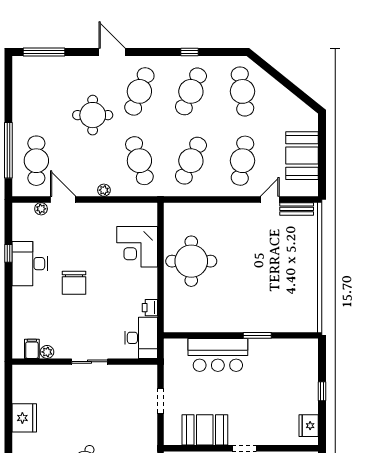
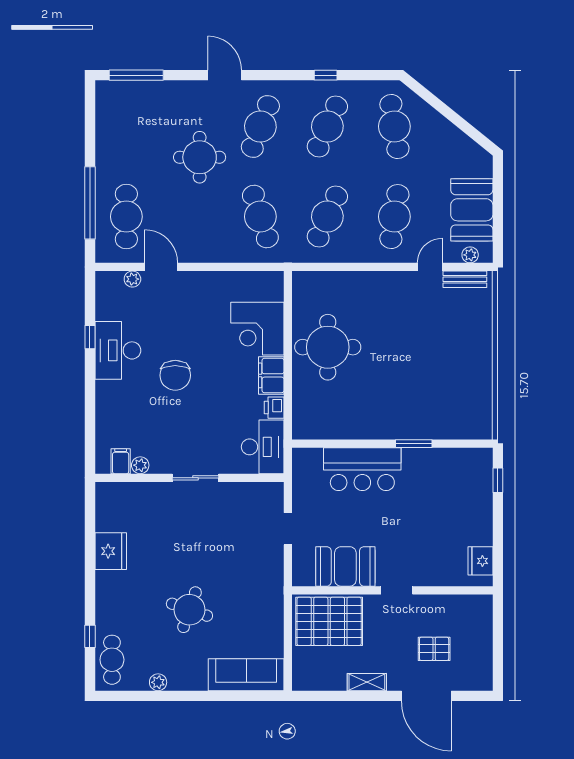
plant: (104, 190) -> (470, 255), moved
filing cabinet: (148, 283) -> (271, 375), added
window: (322, 391) -> (498, 480), moved

